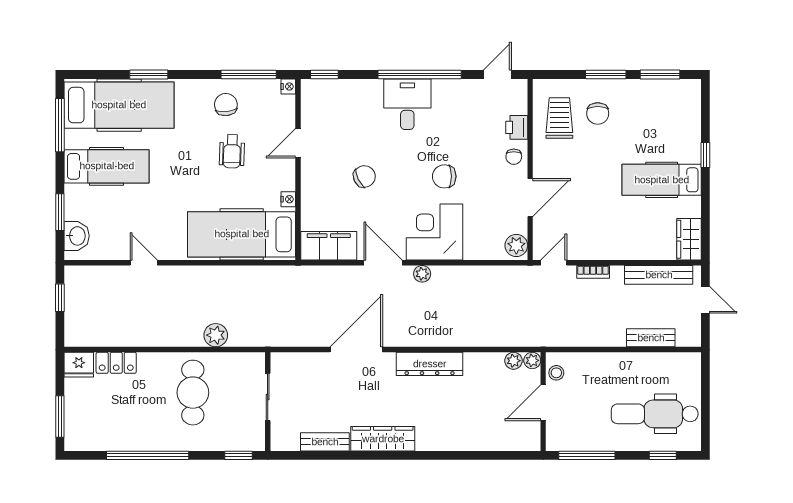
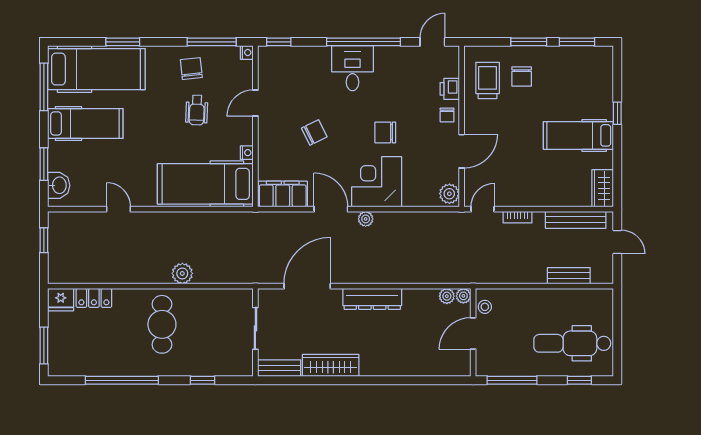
sliding door: (268, 397) -> (255, 328), moved
wall: (268, 402) -> (255, 332), moved

